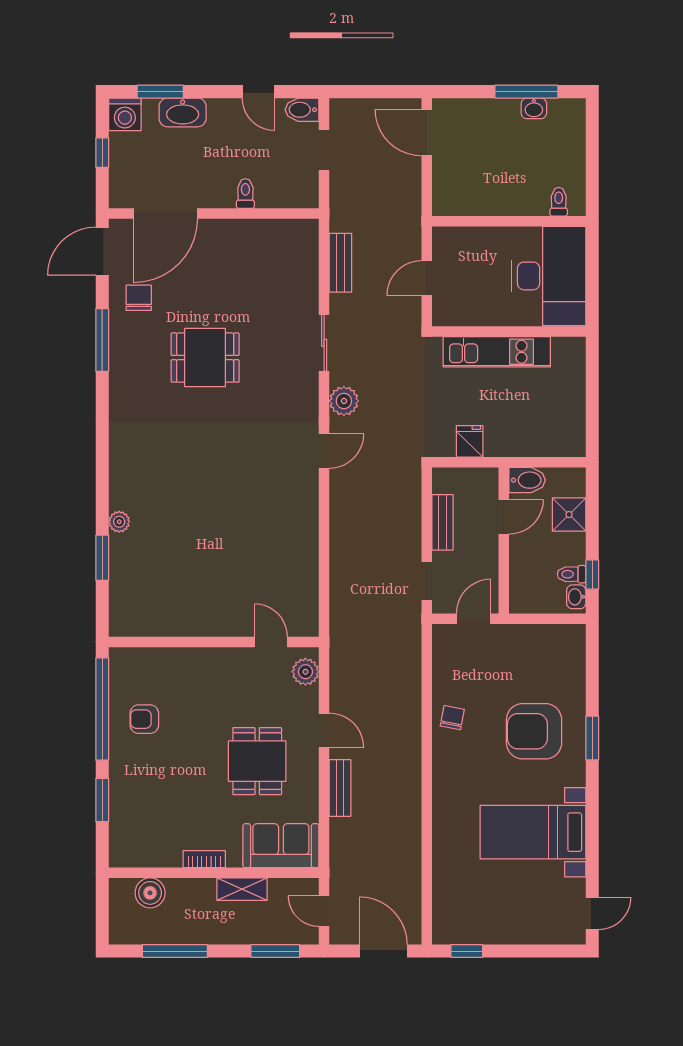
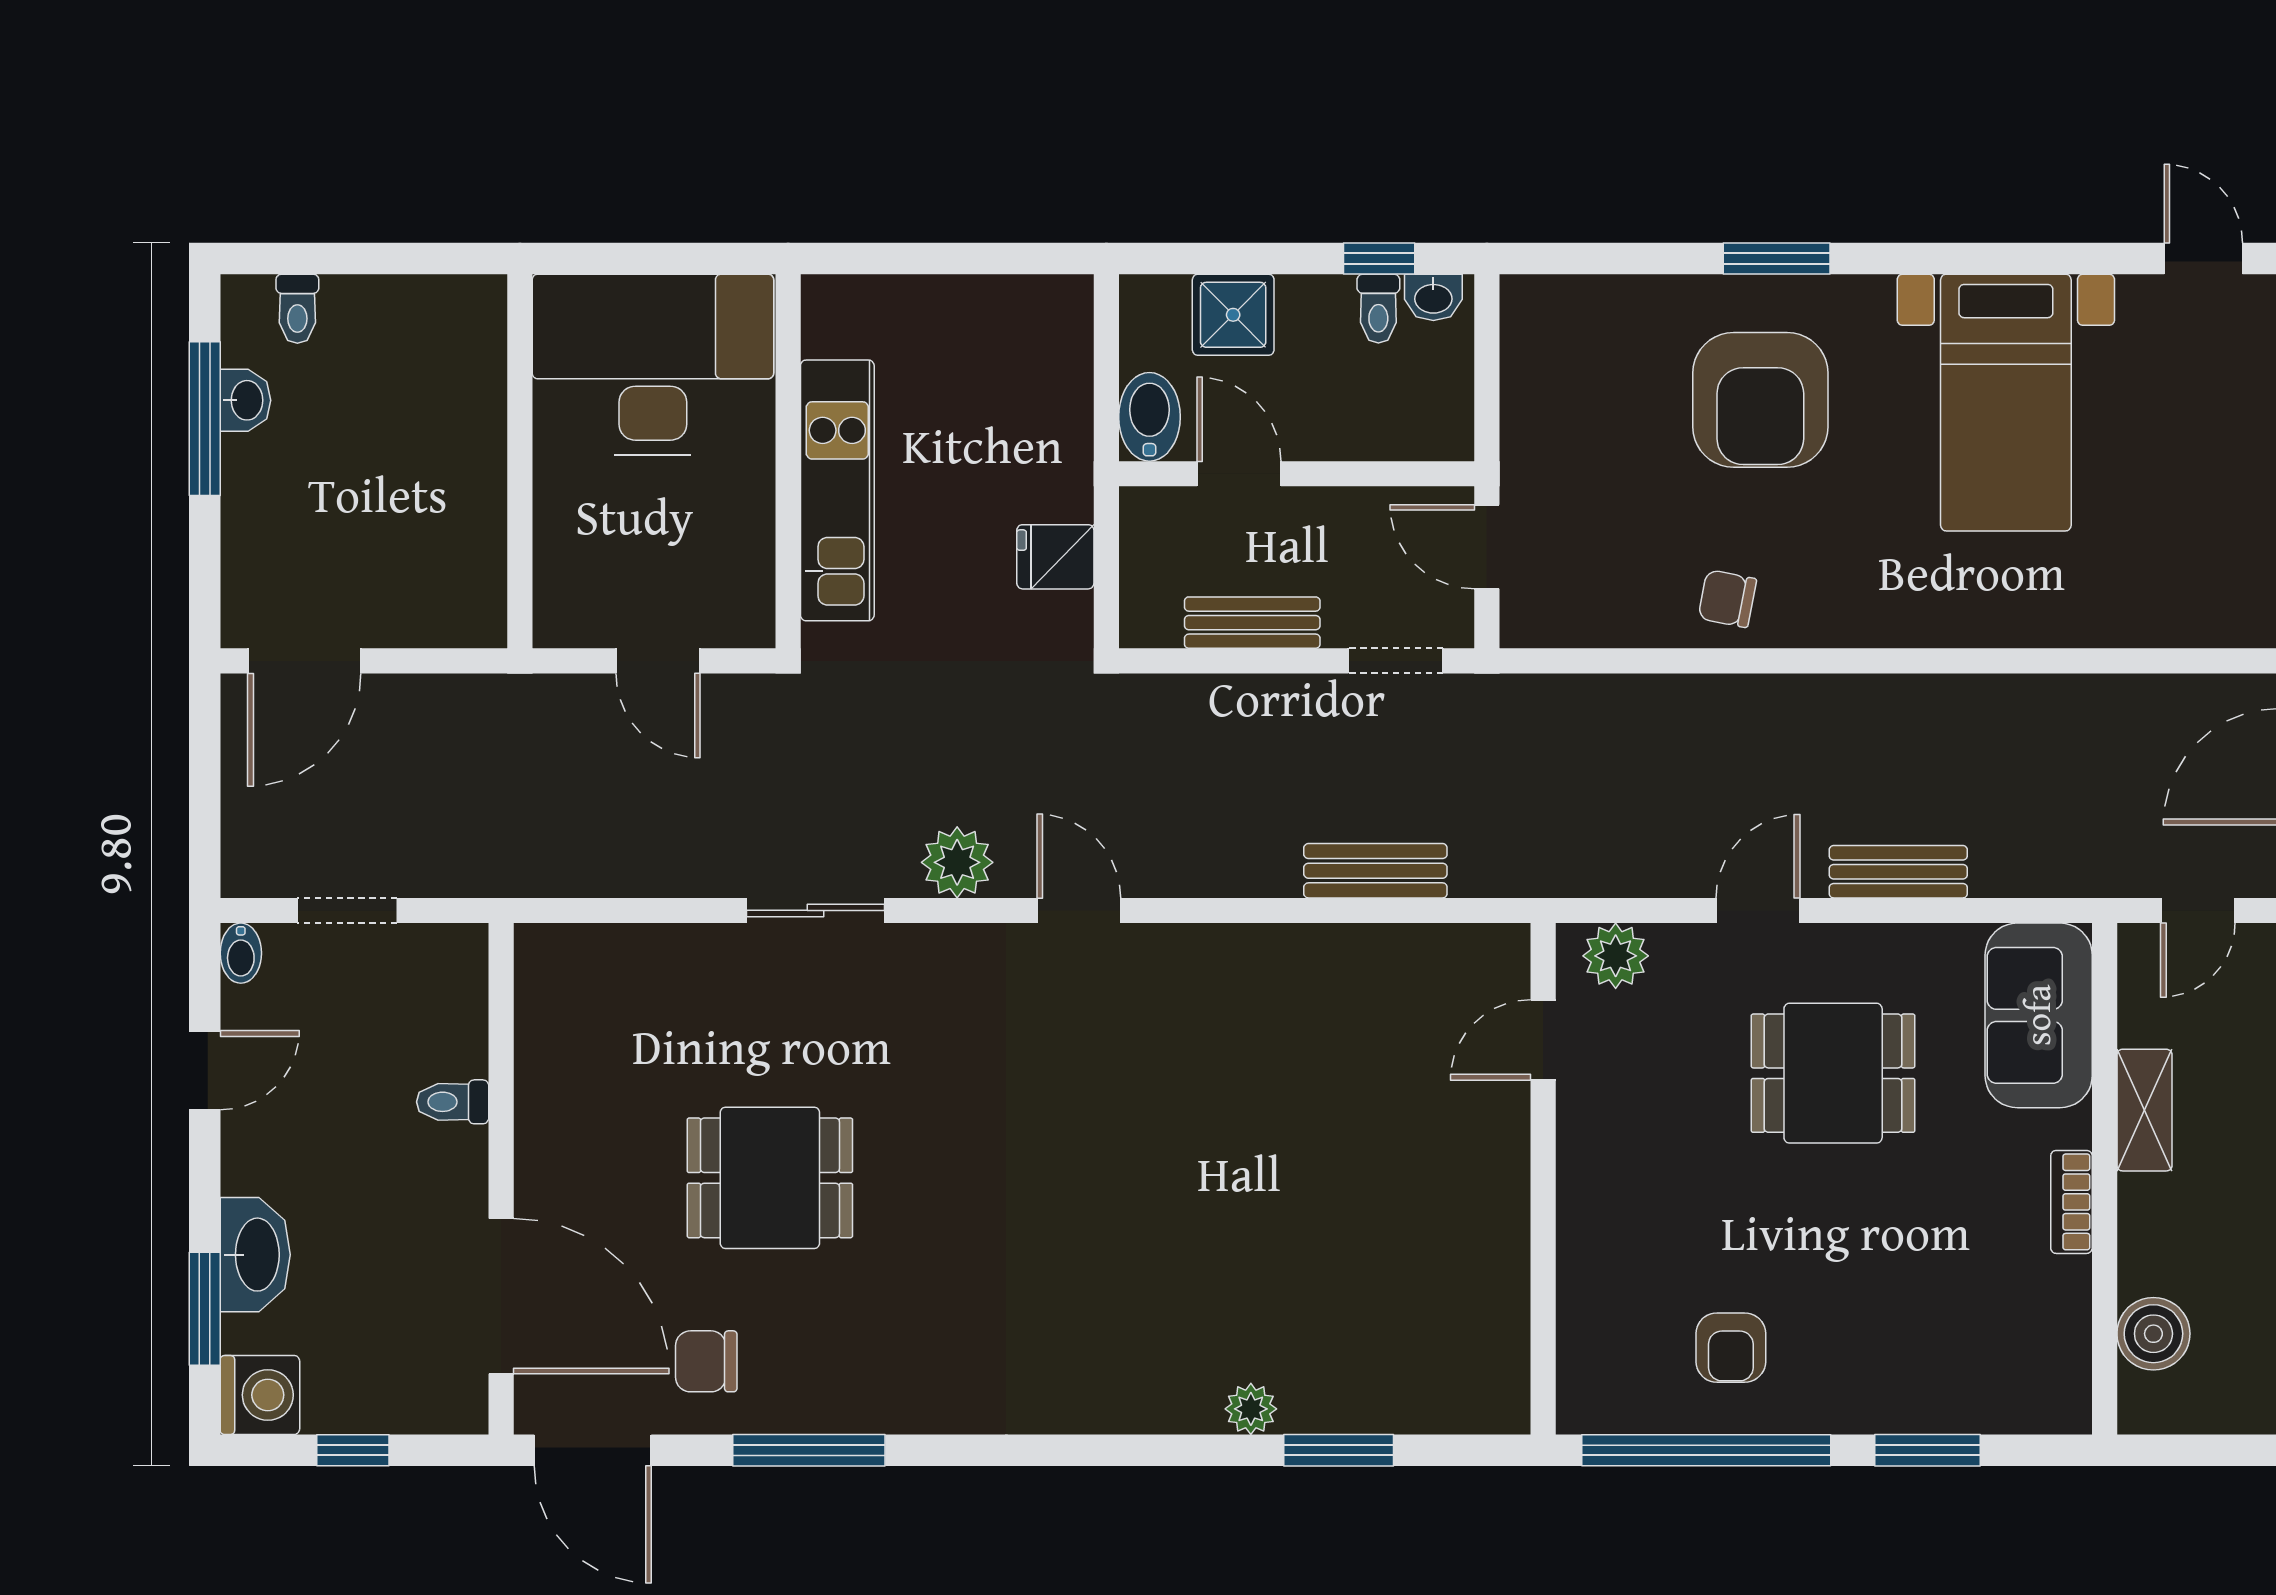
bidet: (302, 110) -> (241, 953), width x0.72, depth x0.74
toilet: (559, 202) -> (297, 309), moved, turned -90
bench: (340, 263) -> (1375, 871), moved
dining table: (205, 358) -> (770, 1178), moved, turned 90

